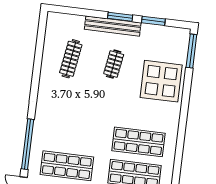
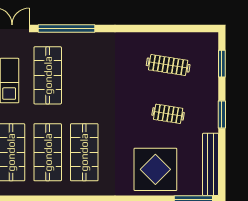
window: (153, 21) -> (222, 64), moved
bench: (113, 26) -> (211, 164), moved

